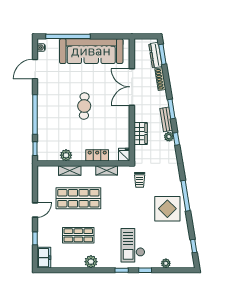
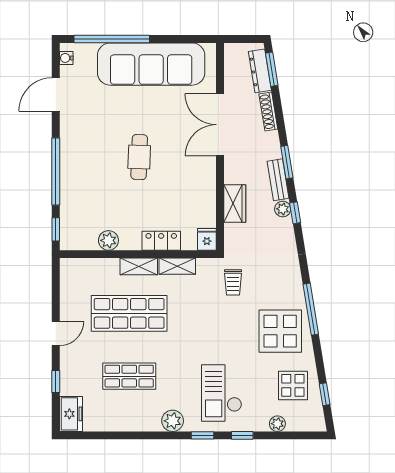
shelving: (70, 171) -> (139, 266), moved
display table: (175, 241) -> (293, 385), added
plant: (91, 262) -> (173, 421), moved

